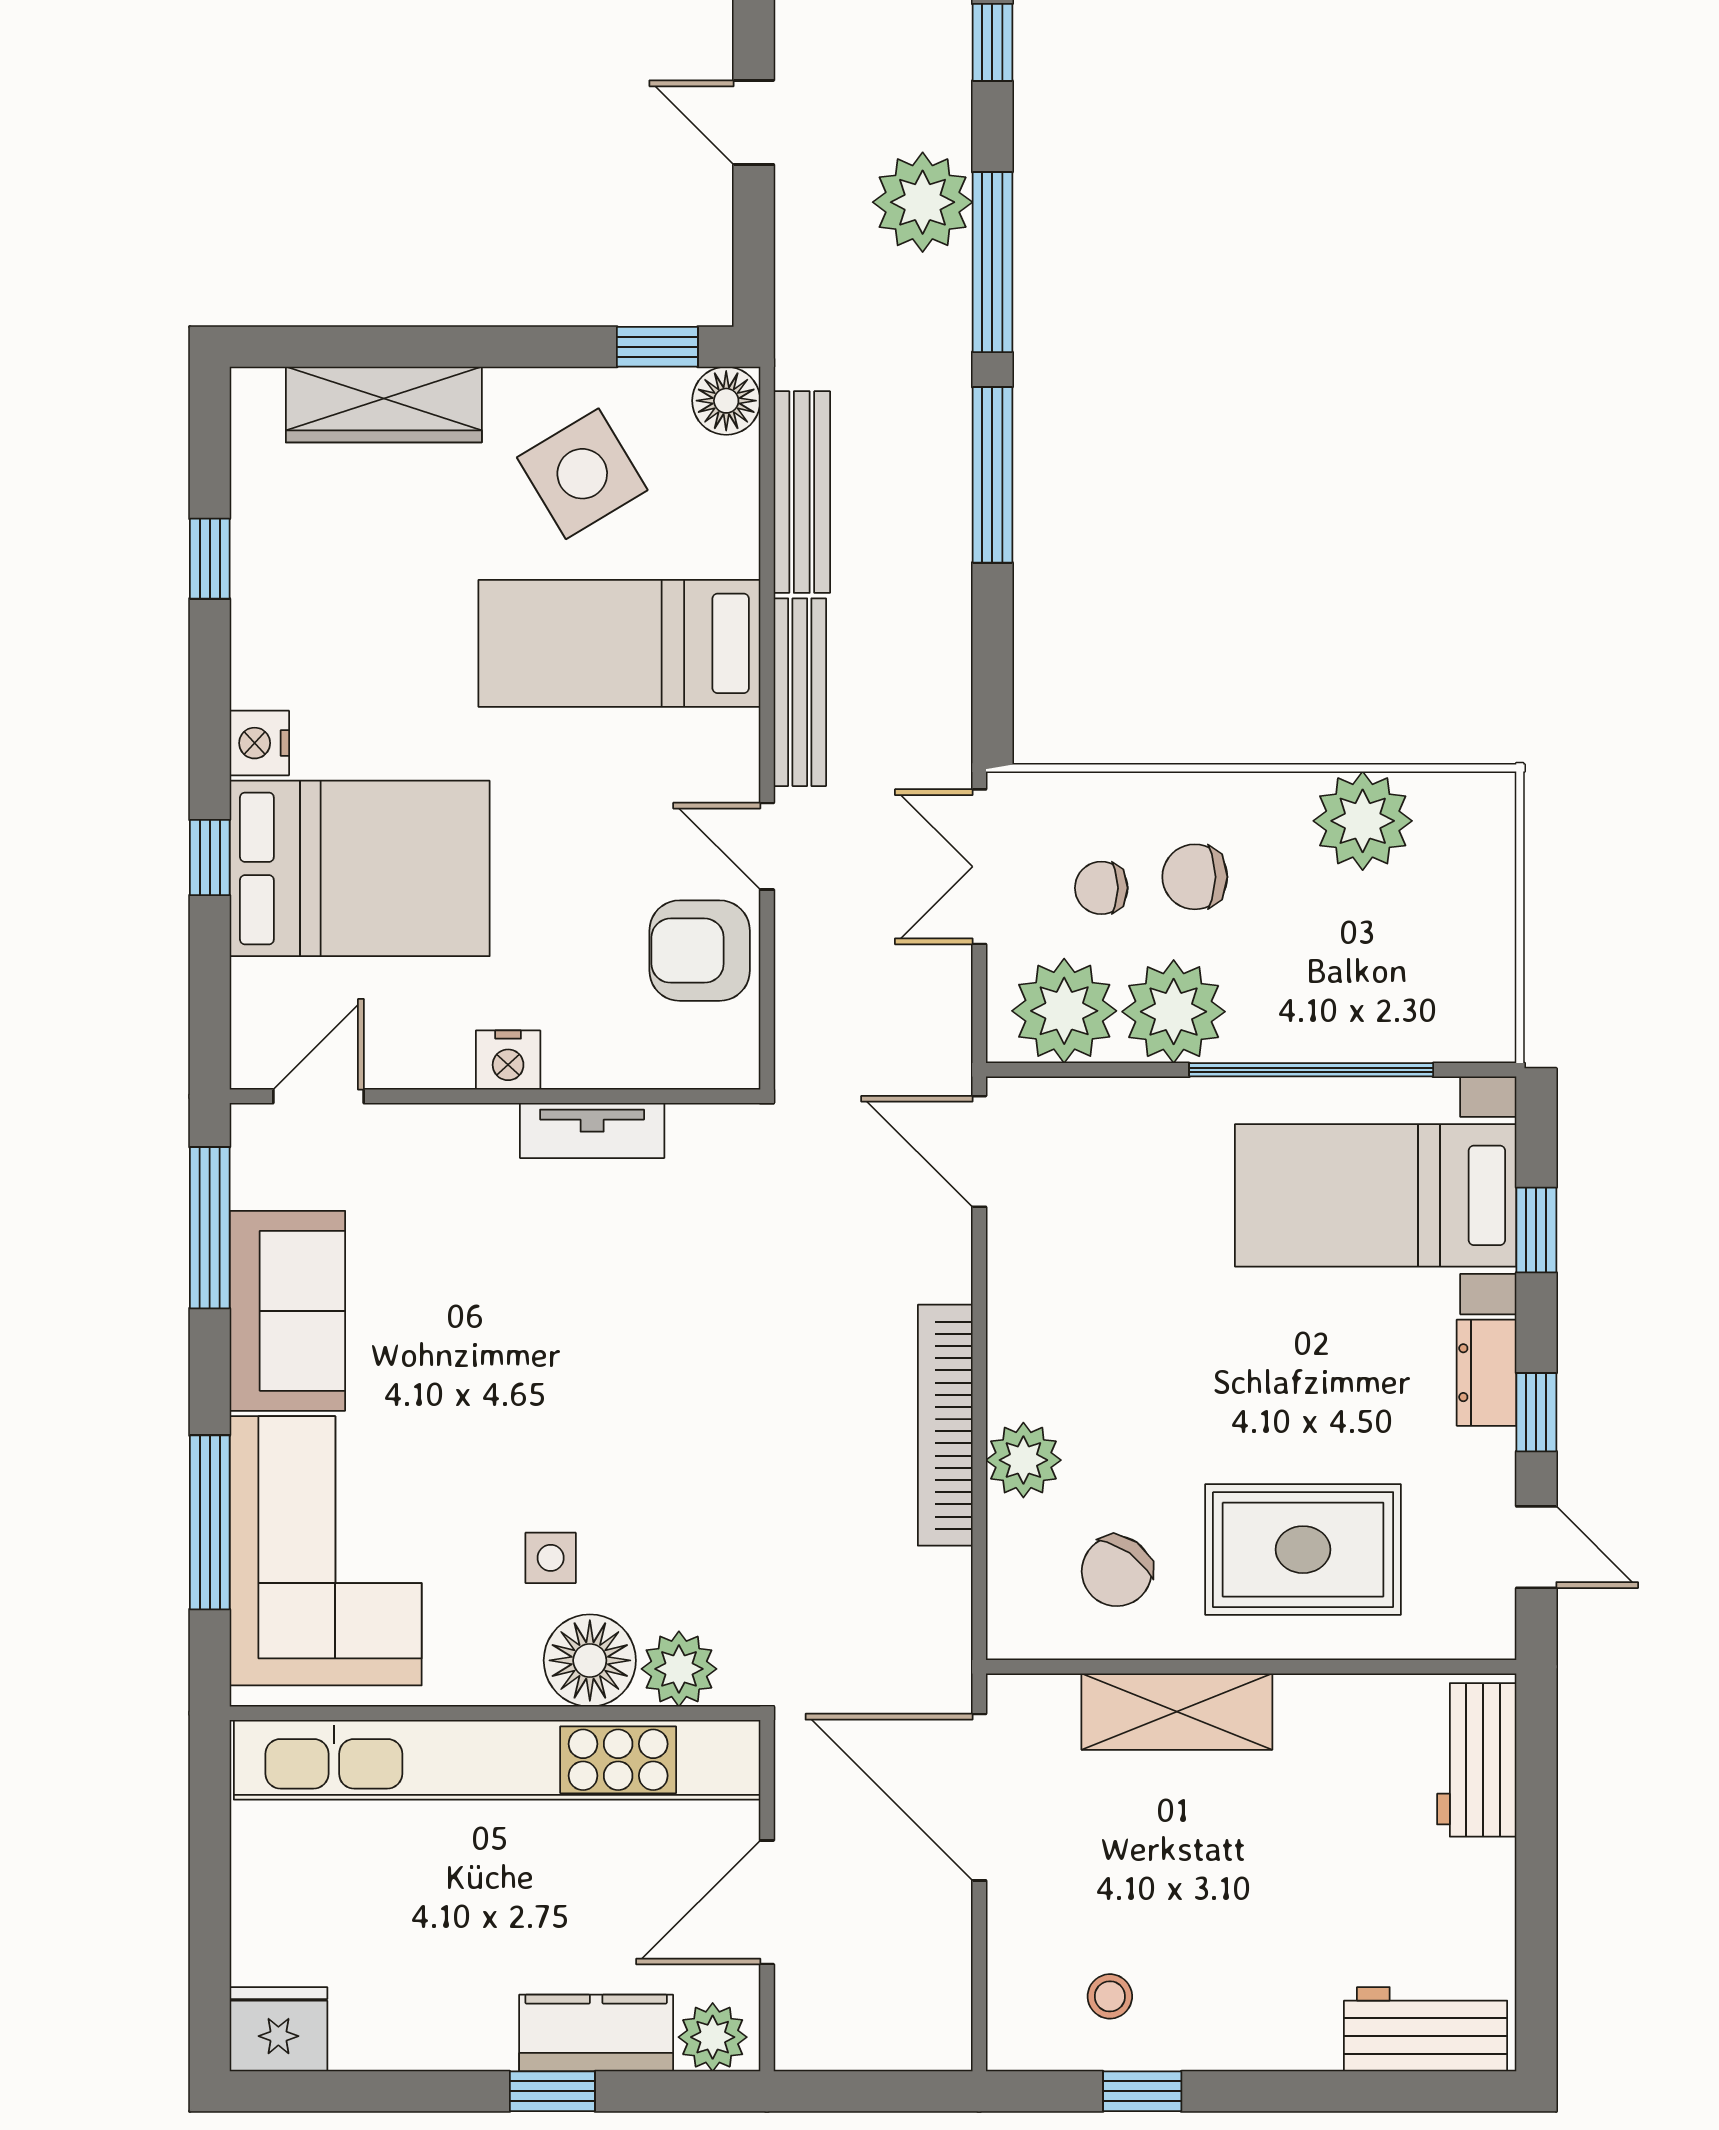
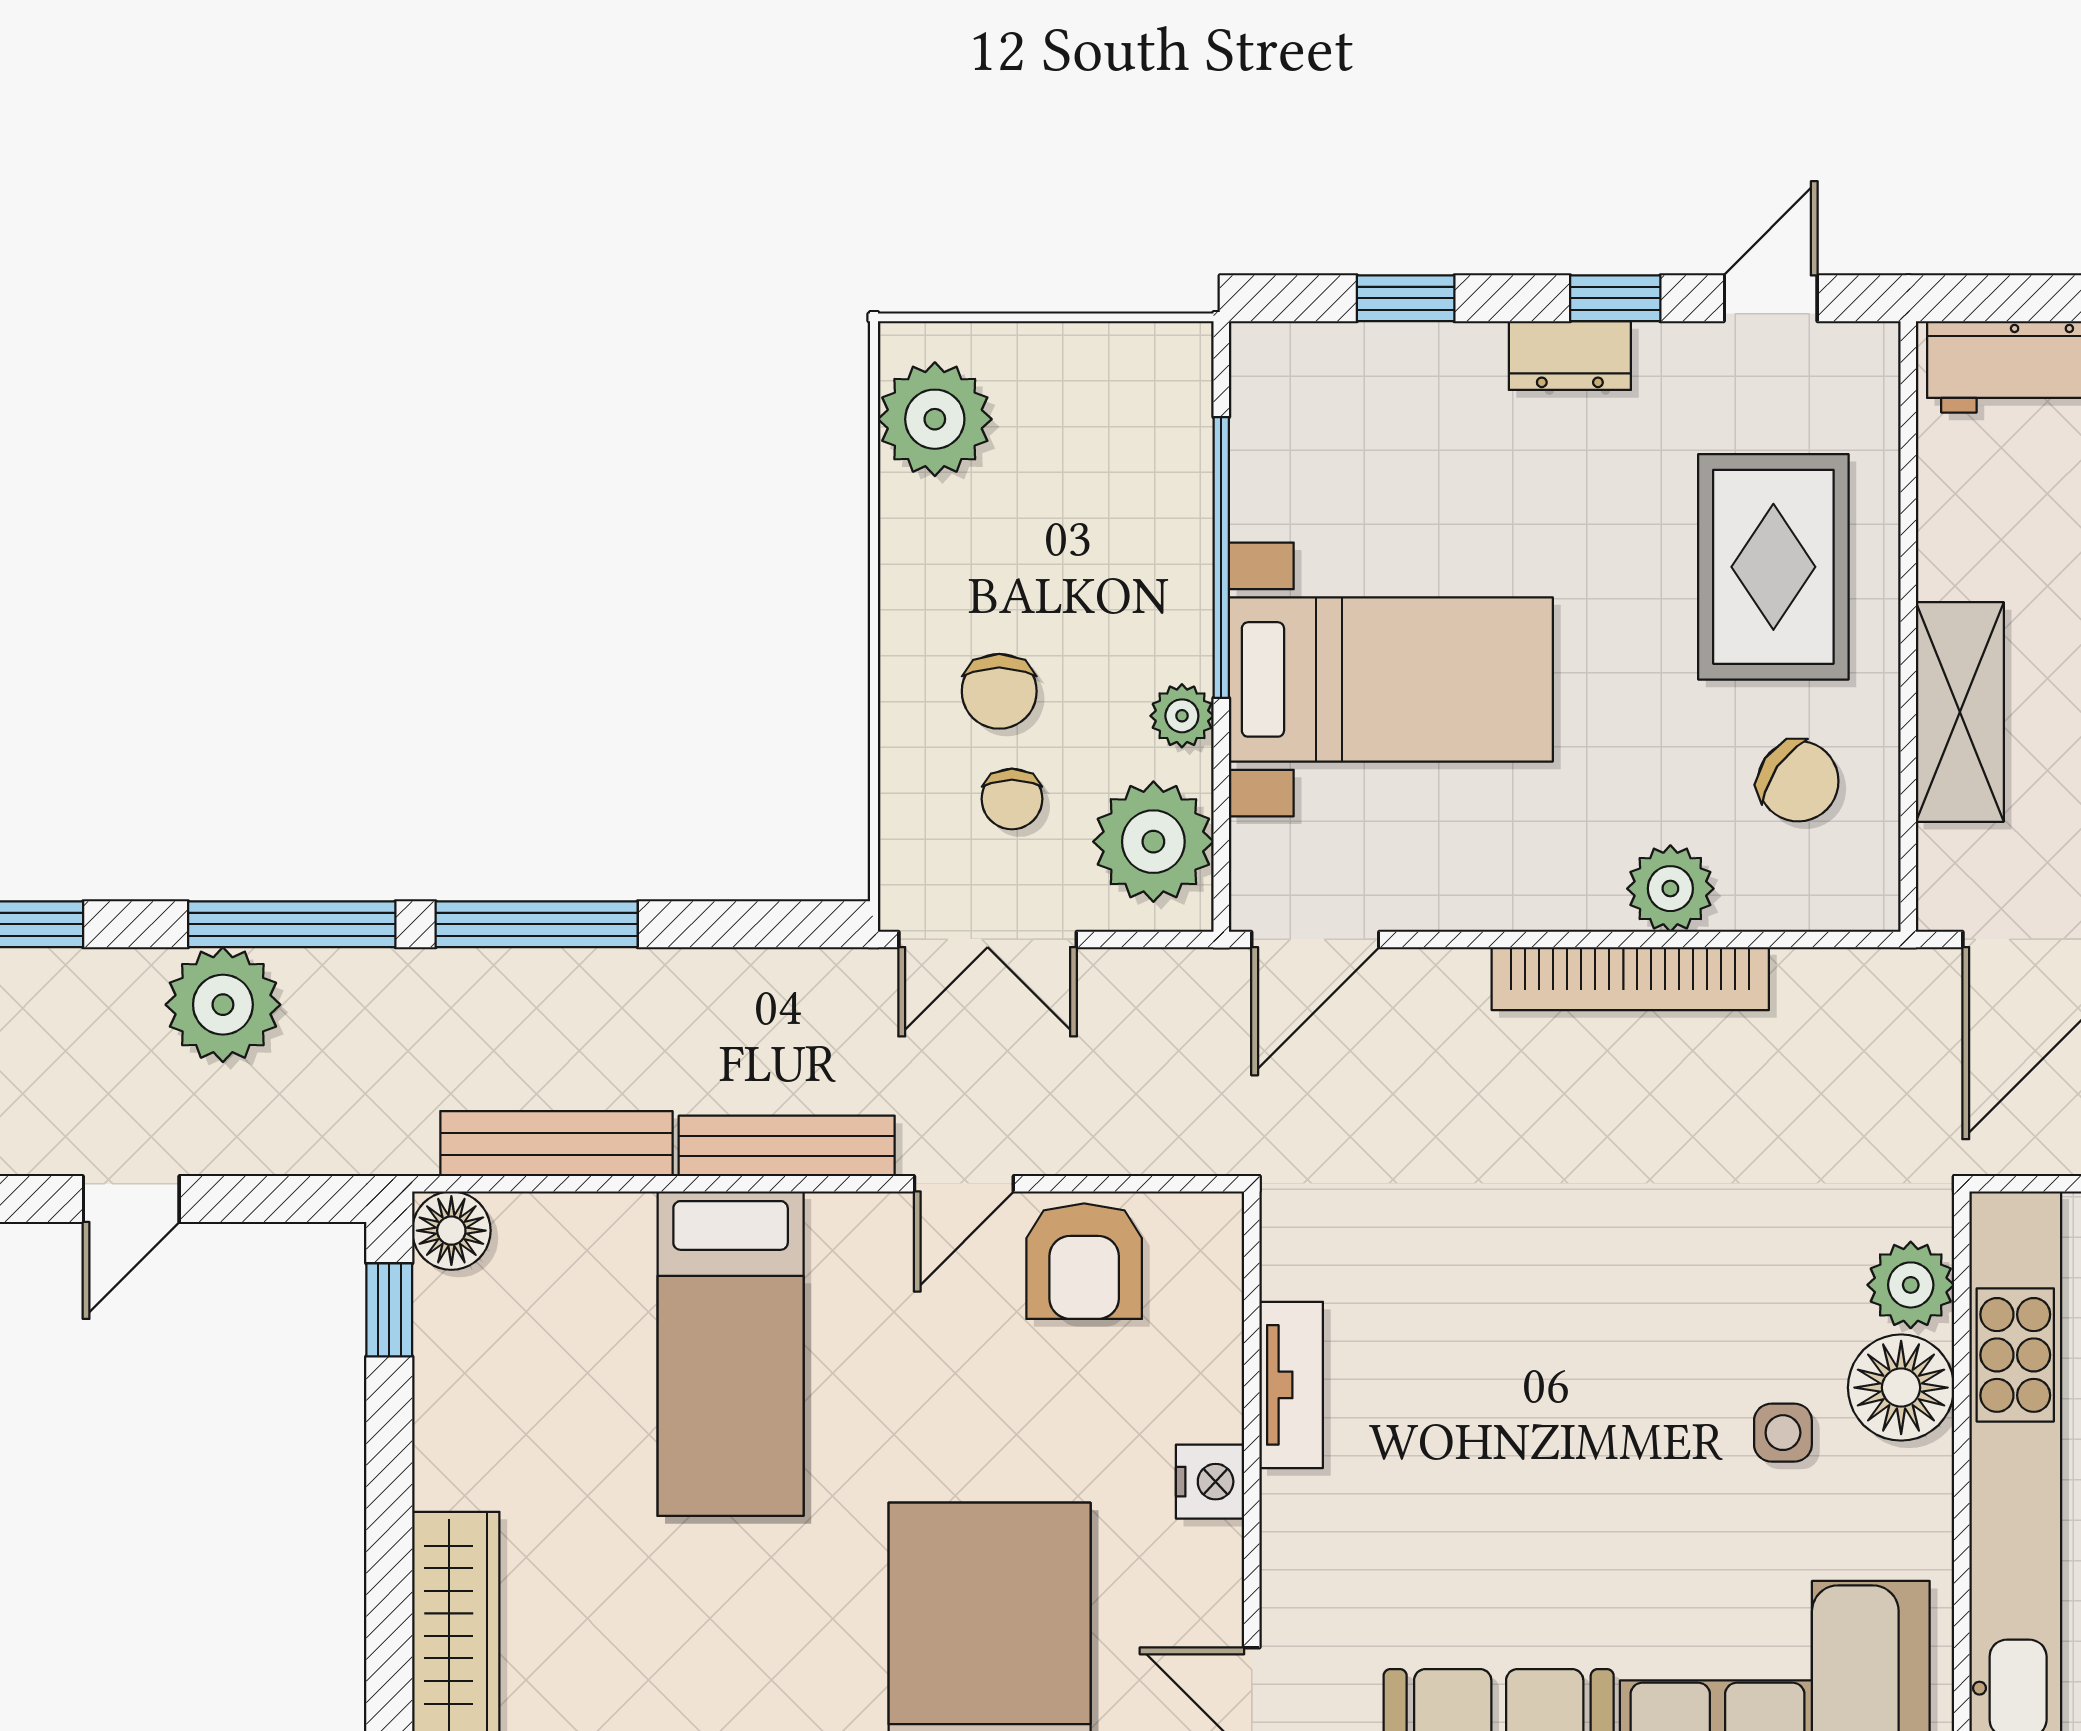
side table: (582, 474) -> (535, 1396), removed
plant: (1363, 821) -> (935, 419), moved
plant: (1174, 1012) -> (1182, 716), width x0.53, depth x0.53
bed with nightstands: (1376, 1195) -> (1391, 679), moved, turned -90

